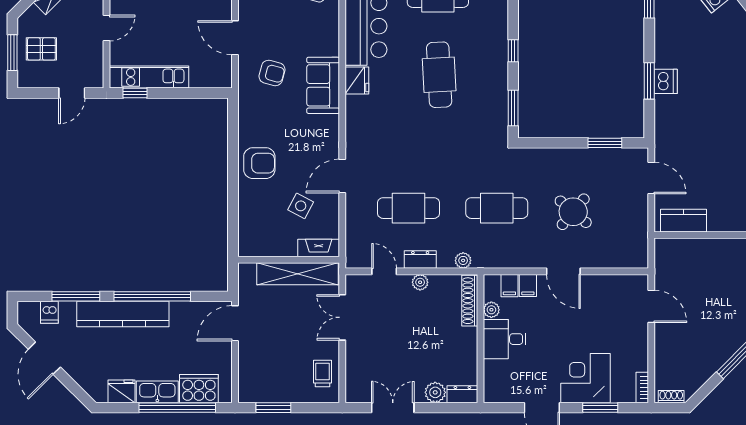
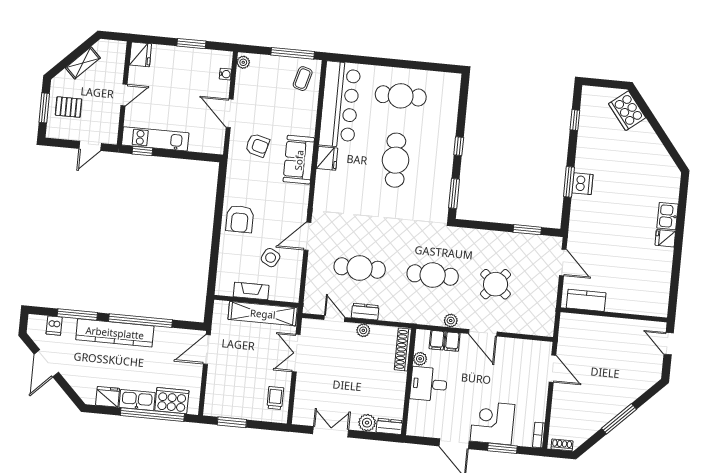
armchair: (259, 163) -> (240, 219), turned 90
fireplace: (319, 248) -> (251, 291), moved
plant: (463, 260) -> (451, 321), moved

